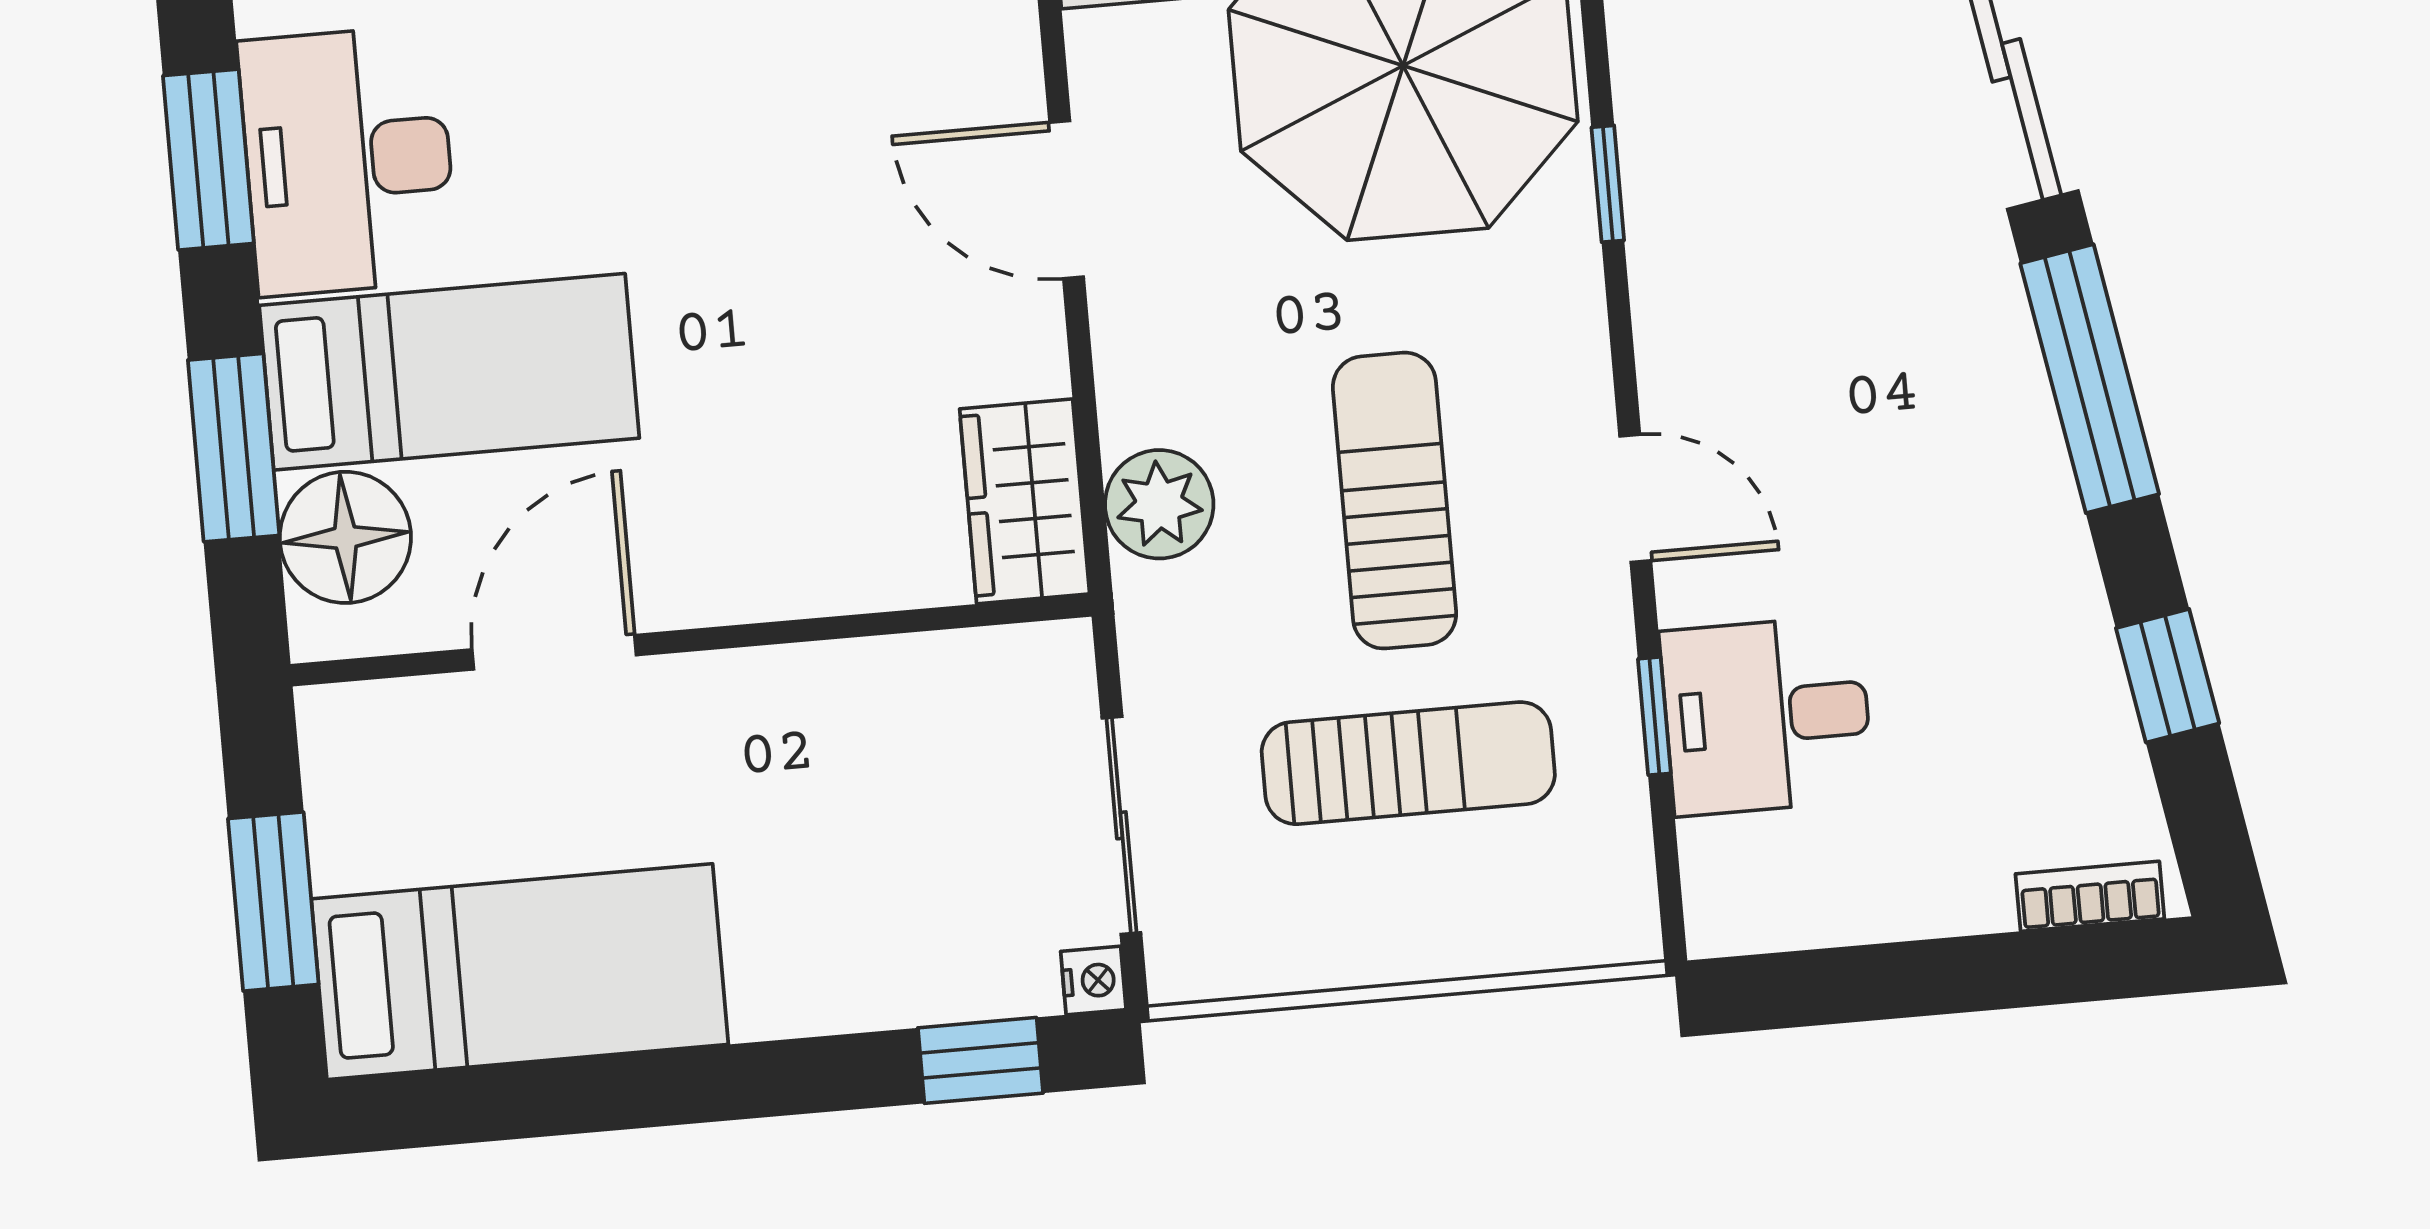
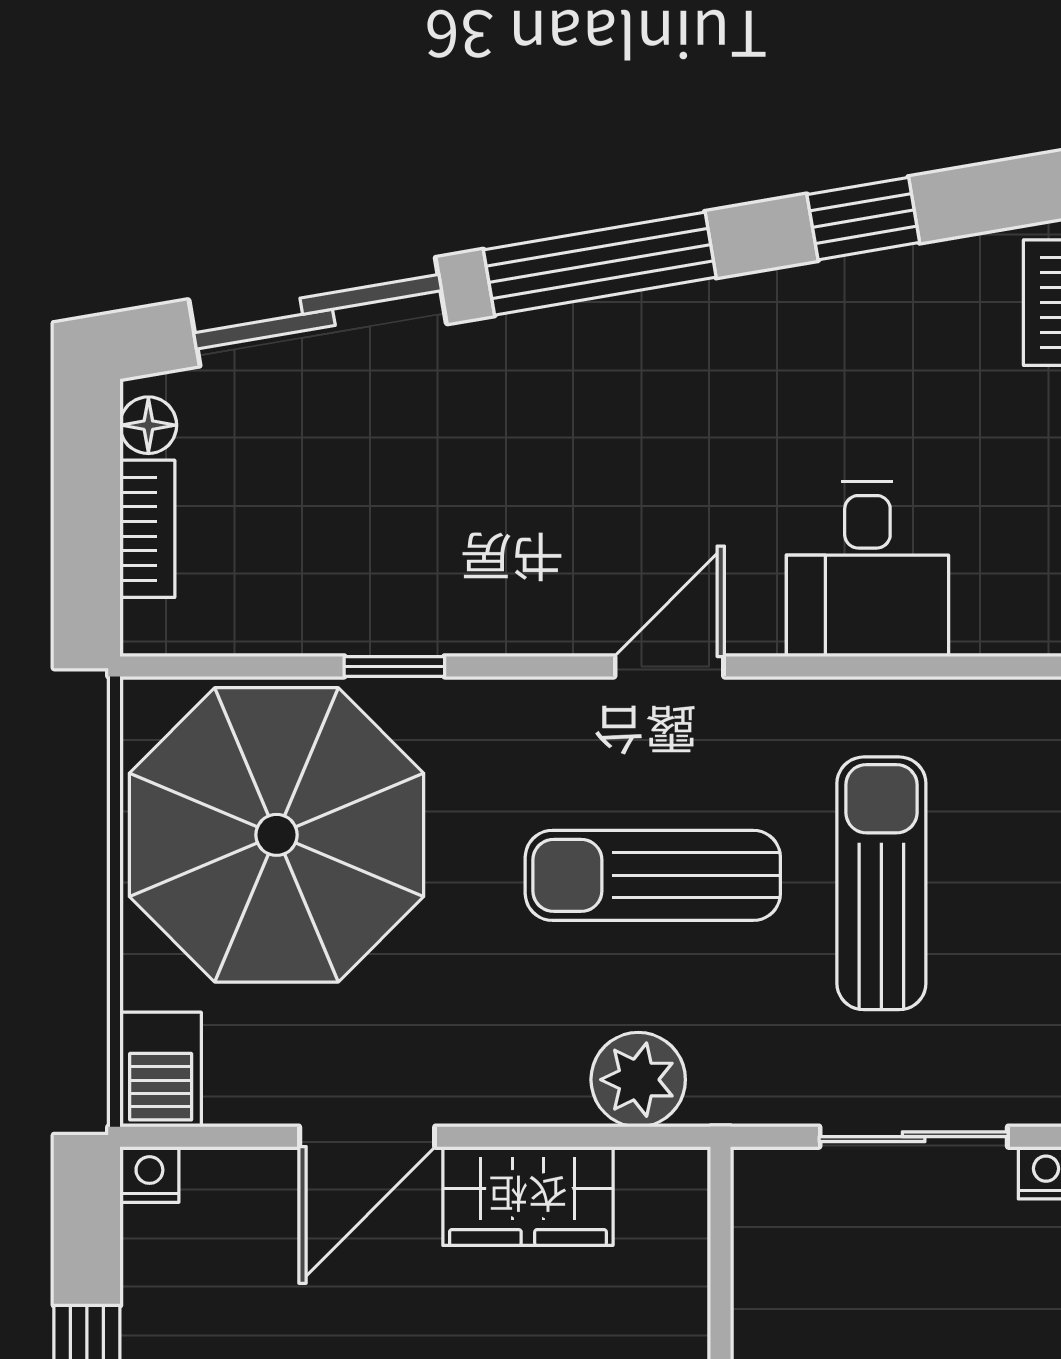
wardrobe: (1025, 501) -> (528, 1196), moved
window: (1654, 716) -> (859, 666), removed

